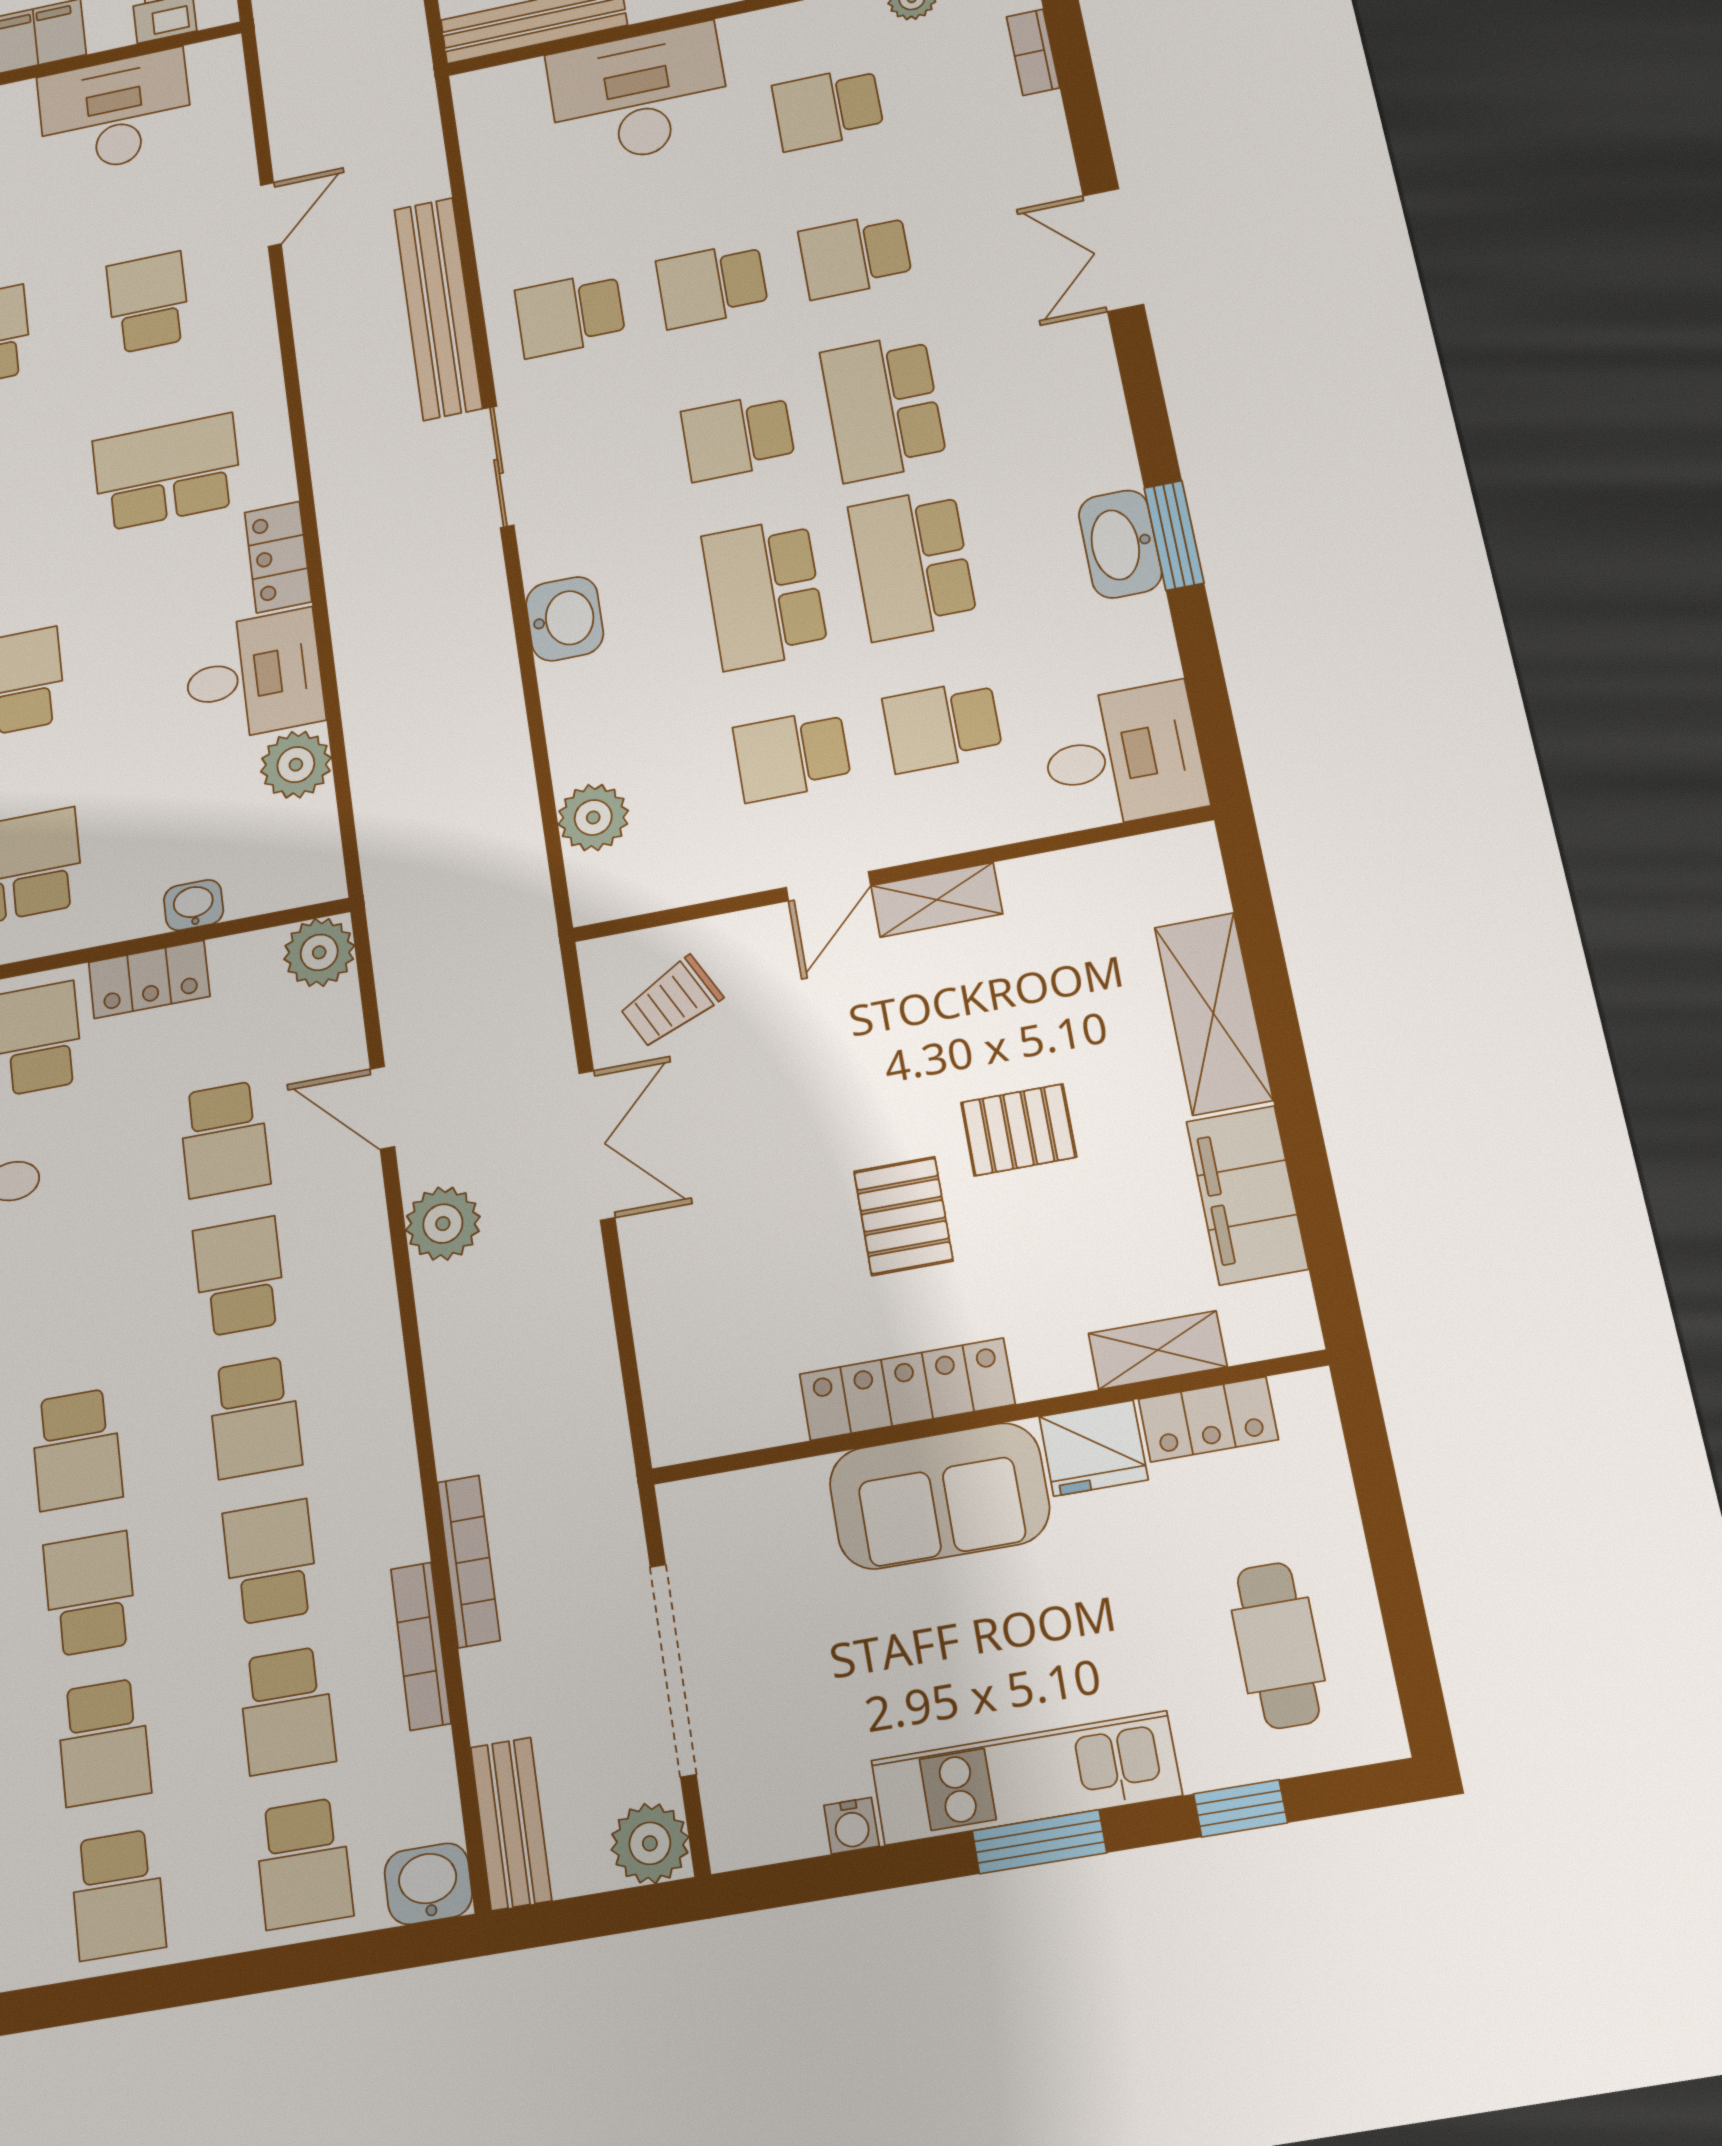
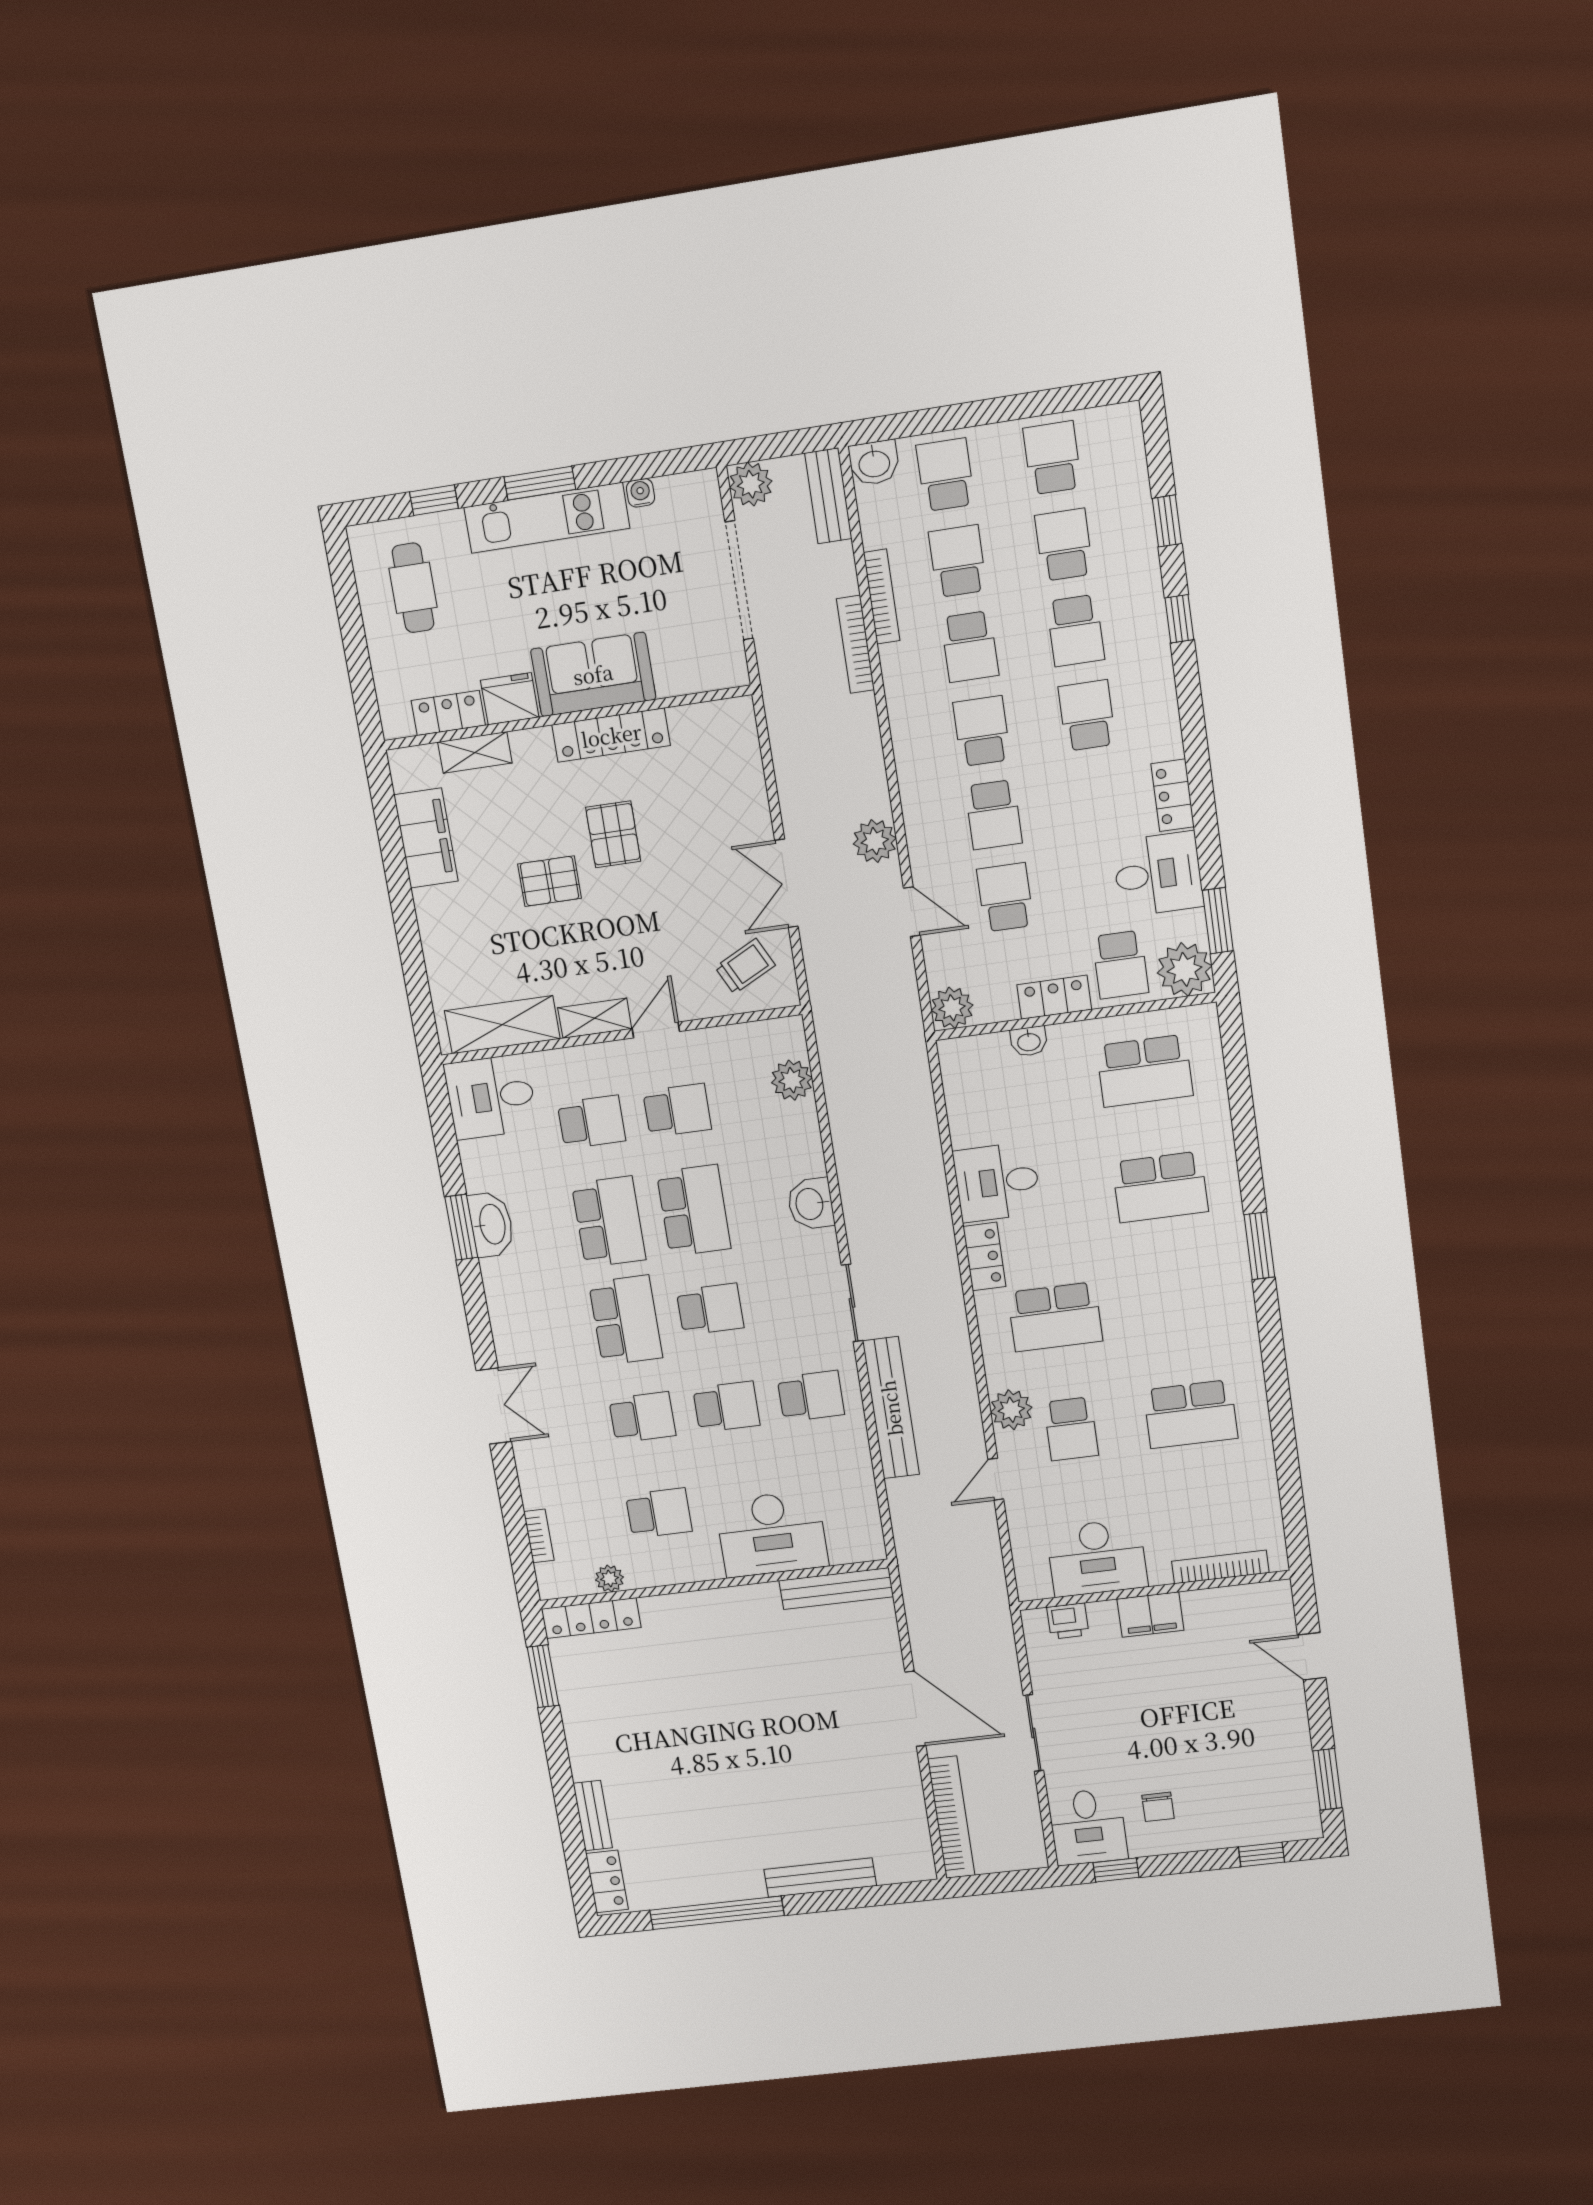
plant: (296, 765) -> (1011, 1410), moved
shelving: (1213, 1013) -> (502, 1025), moved, turned 90

